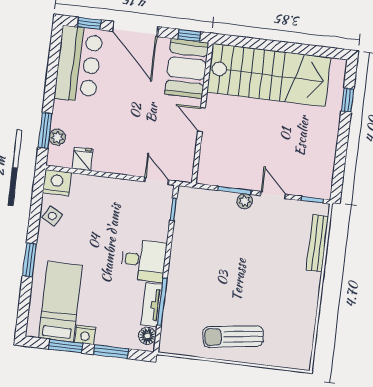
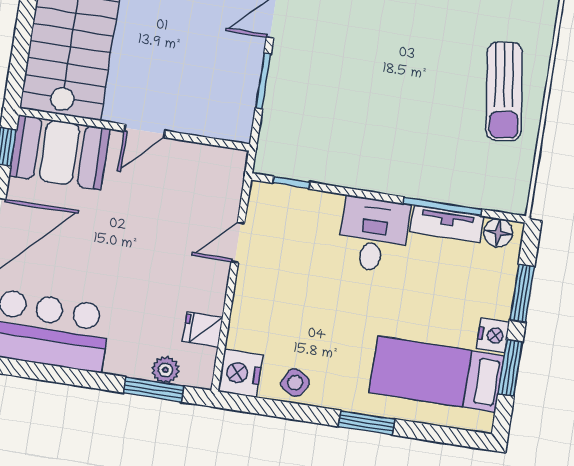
door: (157, 181) -> (238, 243), moved
plant: (245, 201) -> (282, 65), removed

